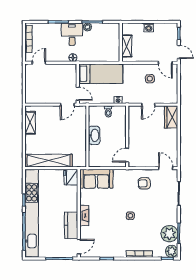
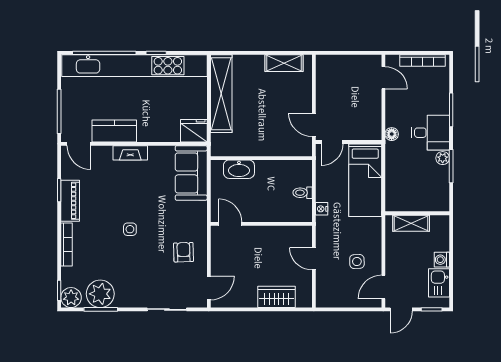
kitchen sink: (163, 29) -> (439, 283), added
wardrobe: (171, 117) -> (277, 297), moved
washbasin: (94, 135) -> (239, 169), moved
piano: (113, 252) -> (70, 201), added

